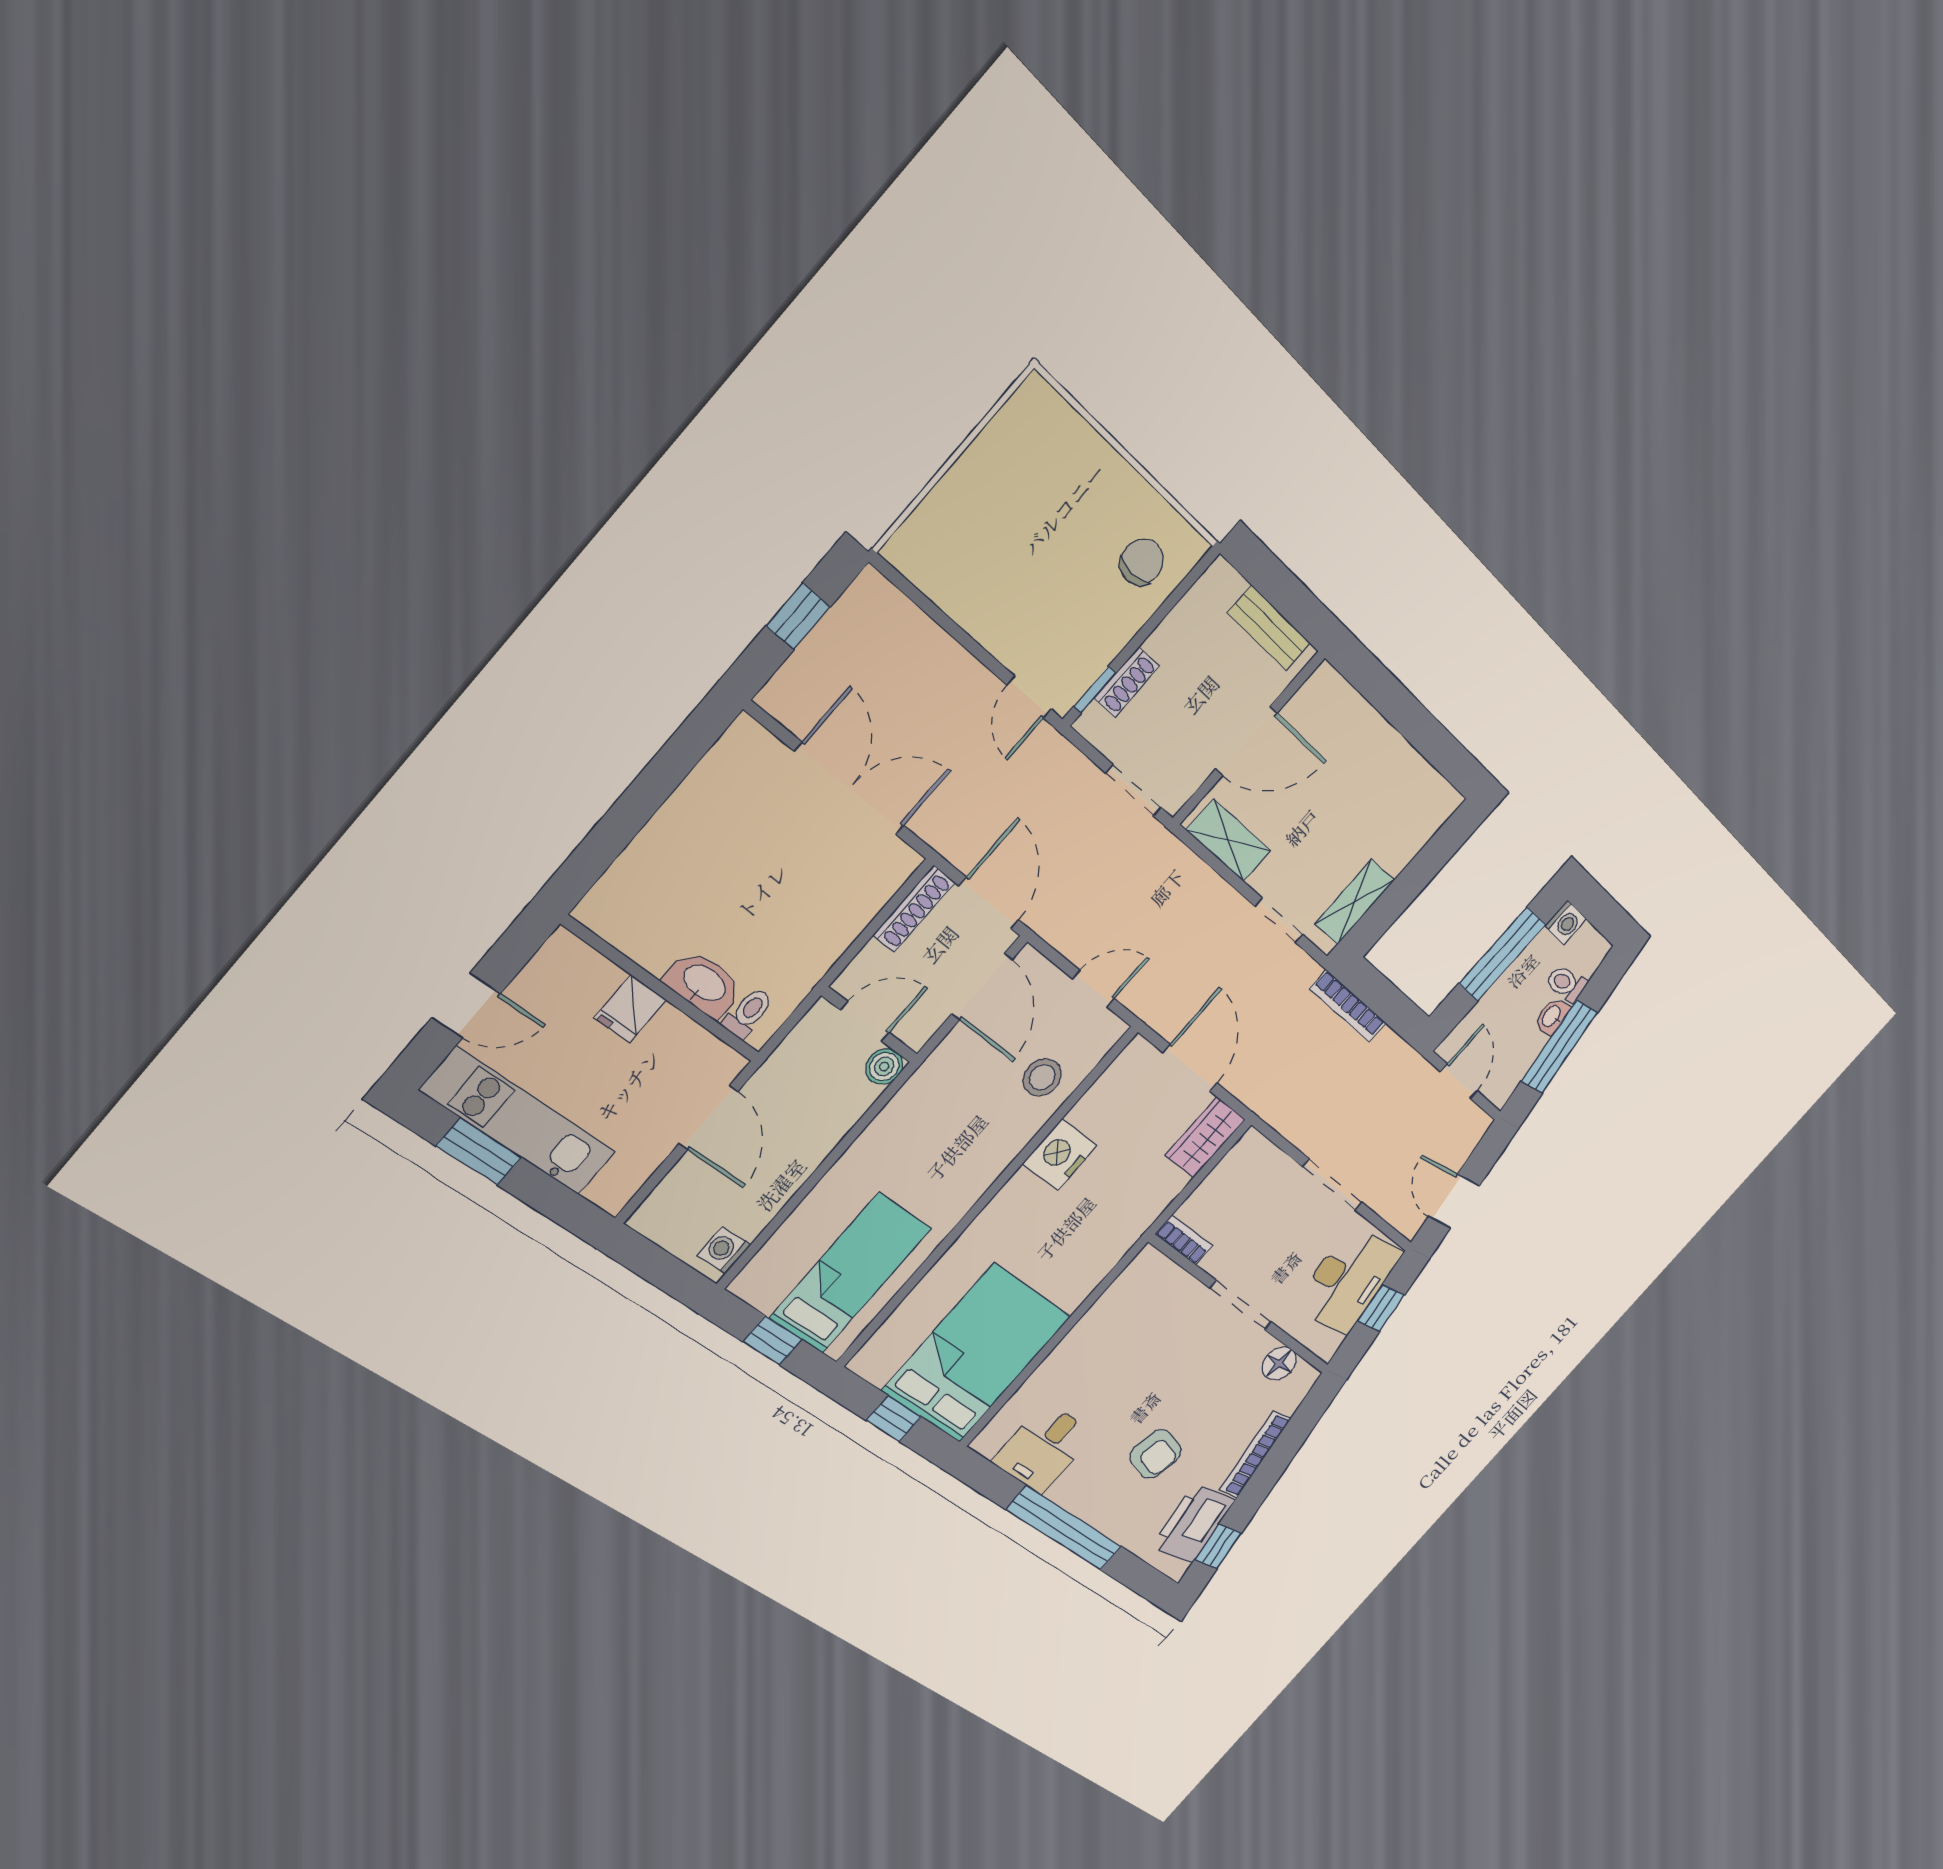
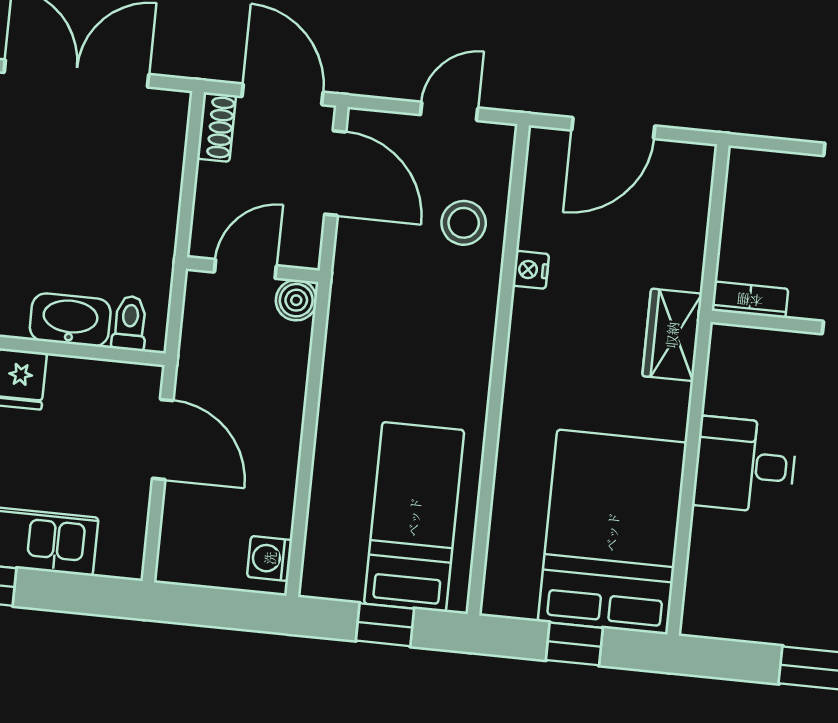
shoe rack: (914, 909) -> (216, 127), width x0.70
door: (1190, 1068) -> (613, 128), swing flipped
wardrobe: (1205, 1137) -> (672, 335), moved
nightstand: (1060, 1155) -> (531, 270), width x0.53, depth x0.56
desk: (1044, 1448) -> (745, 465), moved, turned 90

